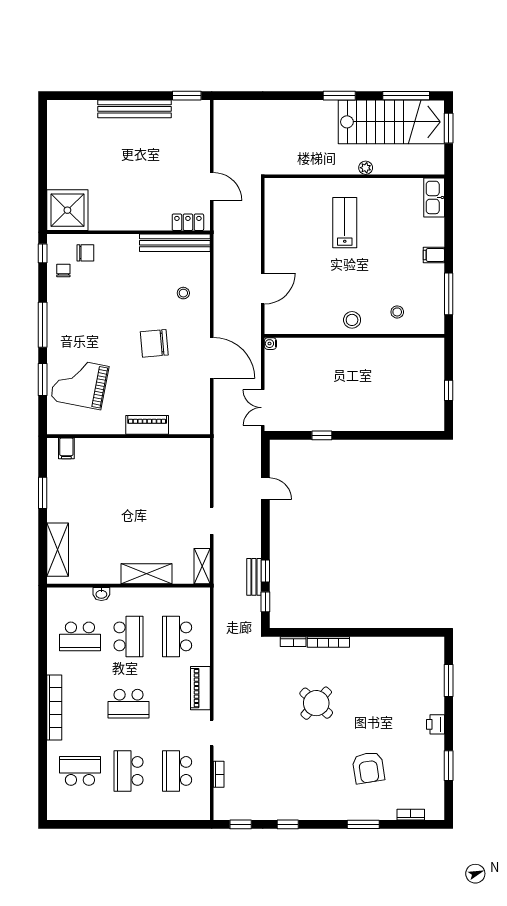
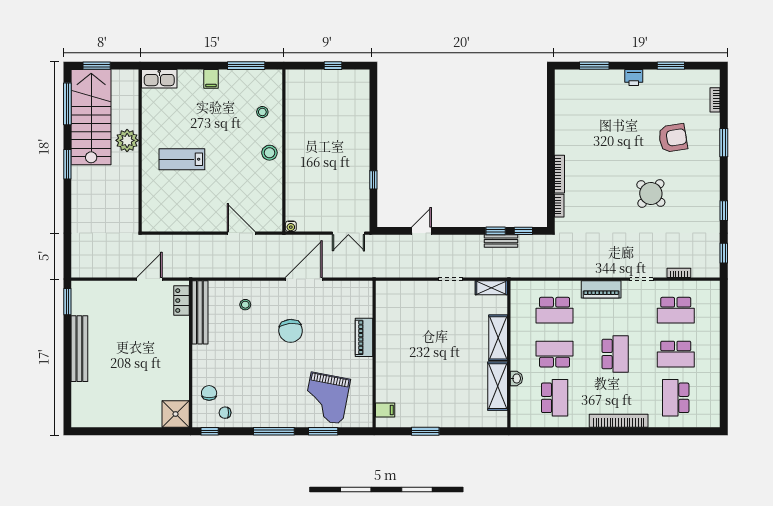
plant: (366, 168) -> (127, 140), width x1.88, depth x1.88
shower: (67, 210) -> (176, 414), width x0.73, depth x0.73
shelving: (58, 550) -> (498, 386), moved, turned 90
round table: (316, 703) -> (651, 193), moved

